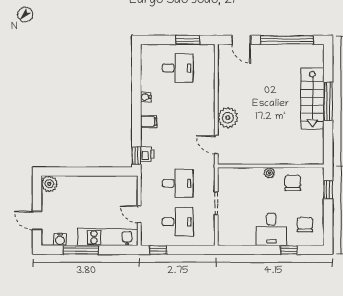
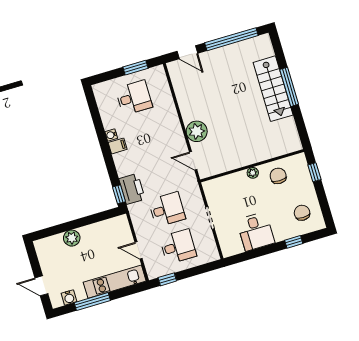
filing cabinet: (149, 121) -> (118, 146), moved
printer: (147, 154) -> (132, 189), width x1.87, depth x1.48
plant: (49, 184) -> (72, 238), moved
desk: (271, 229) -> (256, 231), moved

